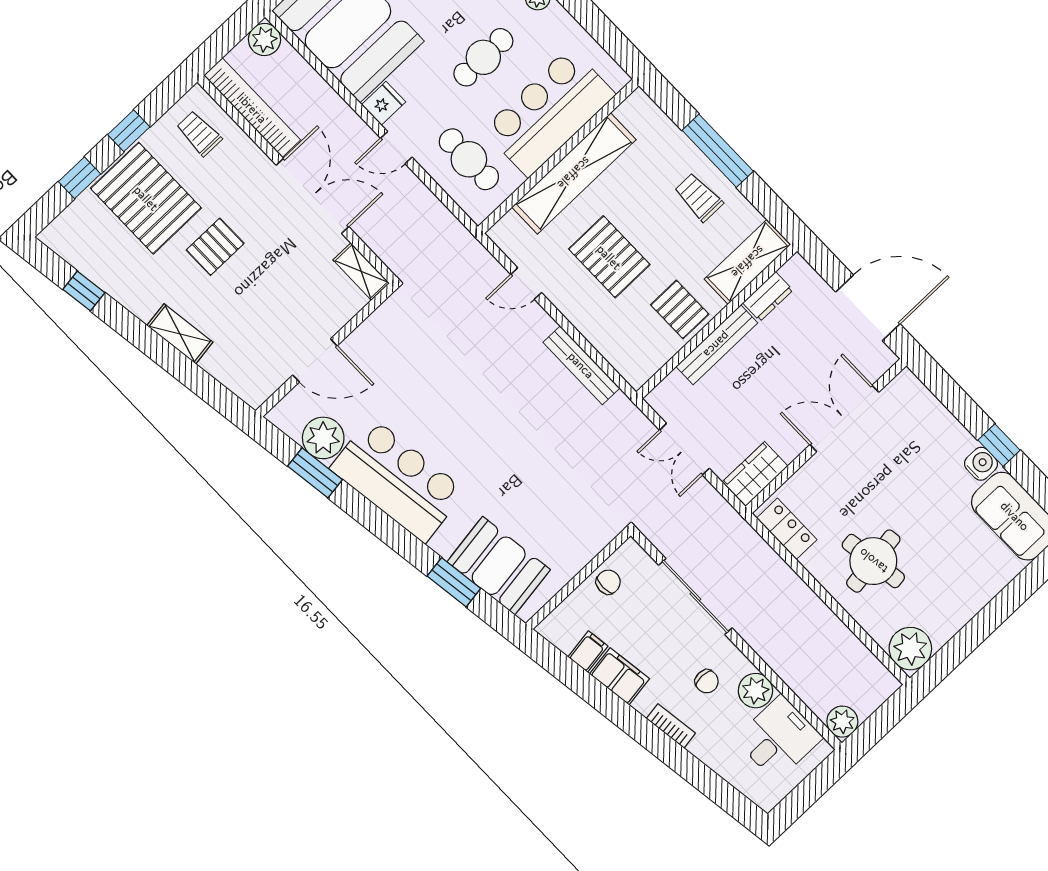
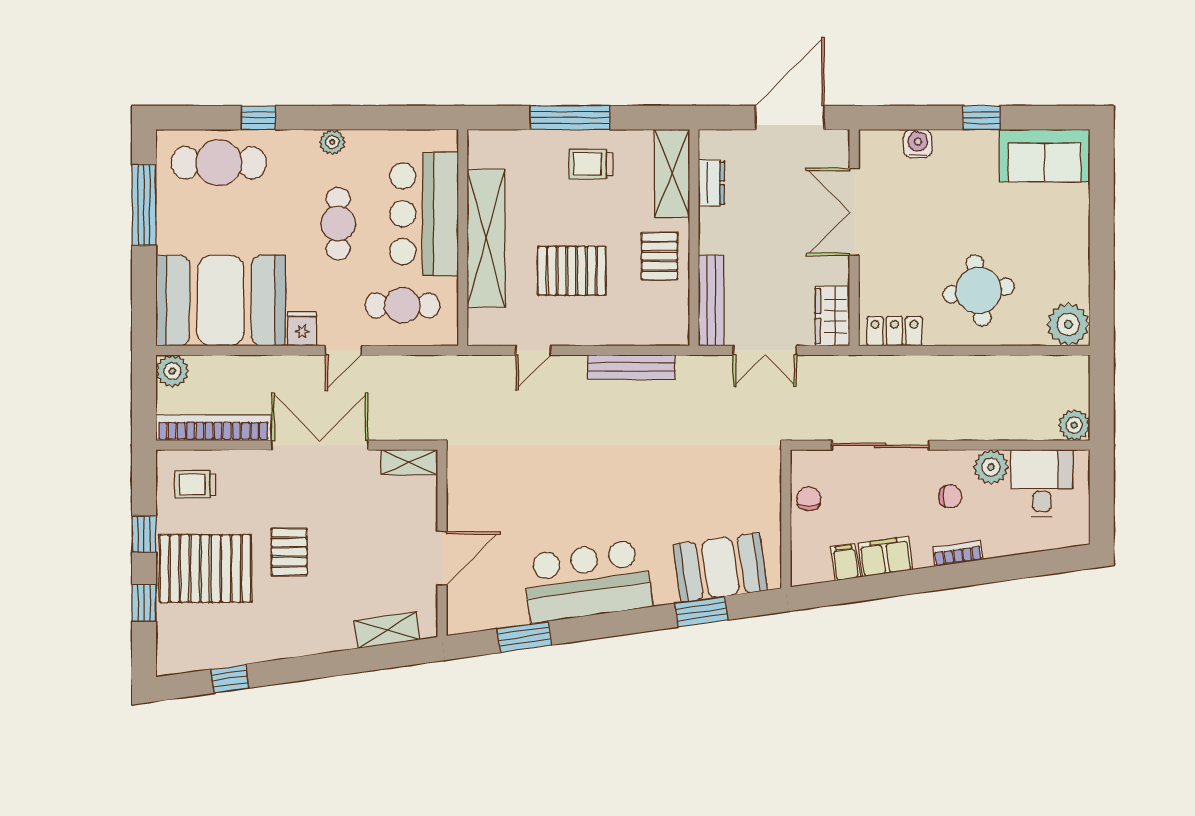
pallet: (680, 309) -> (659, 256), turned 90
shelving: (180, 334) -> (387, 630), moved
bench: (717, 345) -> (711, 301), moved
plant: (323, 438) -> (504, 606), removed
water cooler: (981, 464) -> (918, 144), moved

